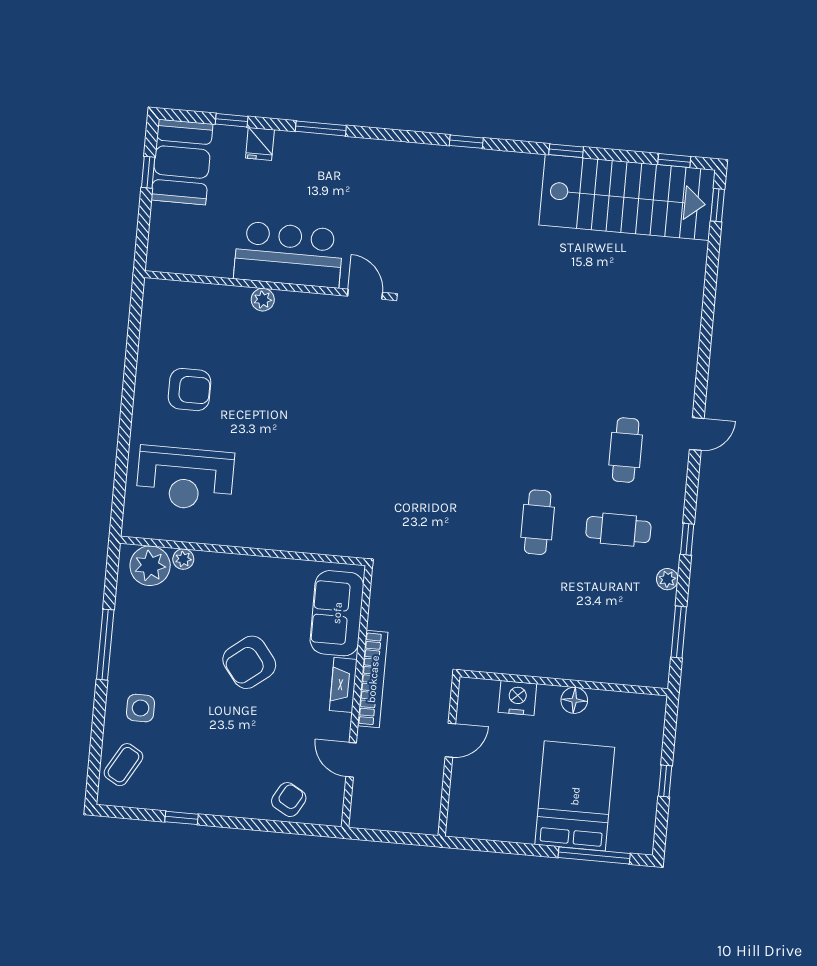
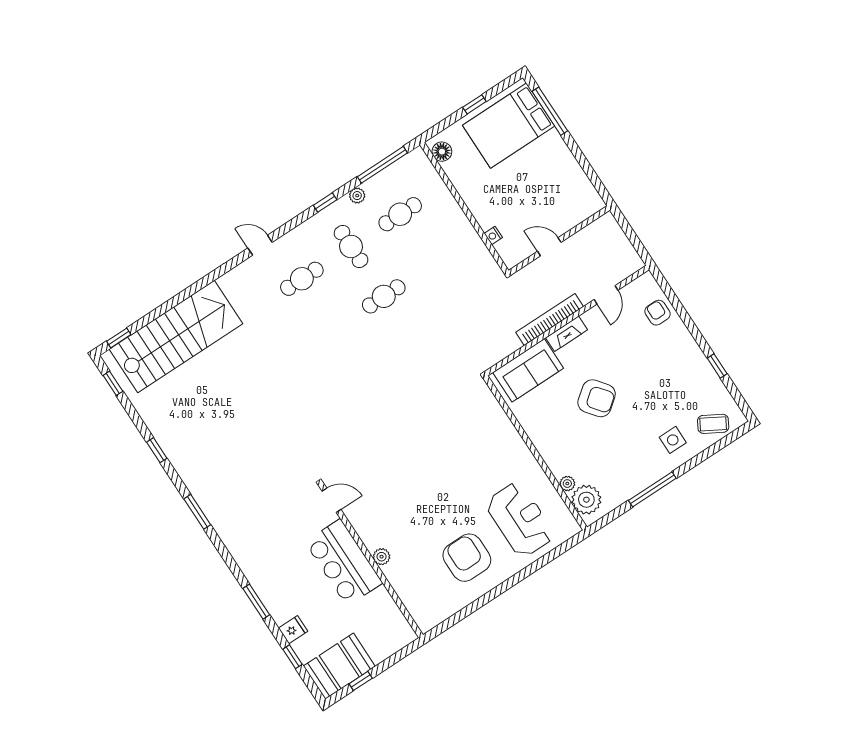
window: (466, 142) -> (197, 512), width x1.50
stairs: (627, 197) -> (176, 336), moved, turned 90
door: (365, 294) -> (331, 500), swing flipped
armchair: (190, 390) -> (467, 558), width x1.36, depth x1.36
cafe table: (611, 609) -> (400, 214), added
window: (679, 632) -> (382, 165), width x1.44
nightstand: (517, 698) -> (493, 235), width x0.53, depth x0.56
floor lamp: (574, 700) -> (442, 152), moved
bed: (575, 796) -> (509, 126), moved
armchair: (289, 800) -> (658, 313), turned 60

